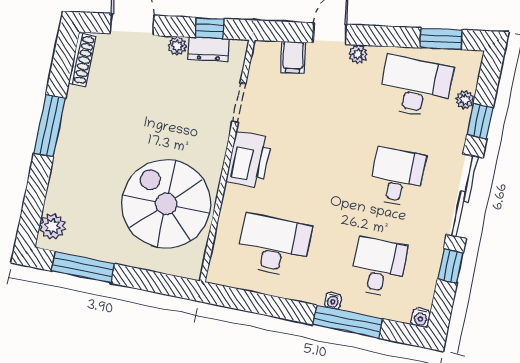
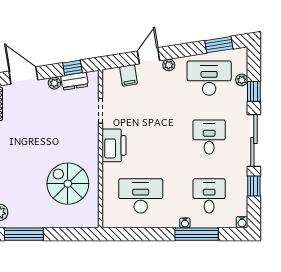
spiral stairs: (166, 204) -> (68, 184), width x0.73, depth x0.73

